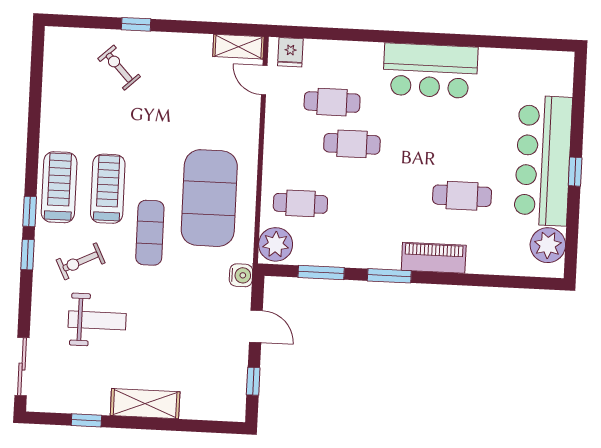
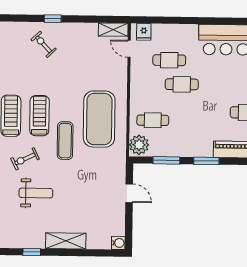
water cooler: (241, 275) -> (118, 243), moved
window: (253, 381) -> (129, 226), removed

